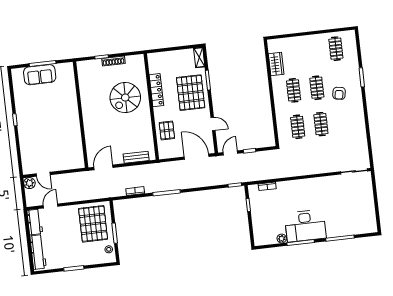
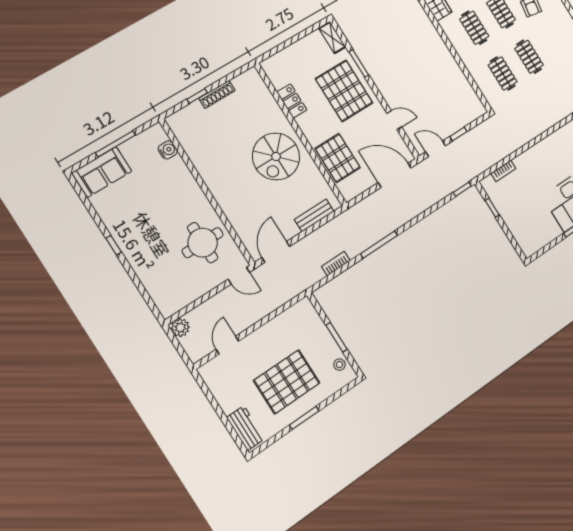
sofa: (40, 75) -> (102, 172), moved
water cooler: (70, 80) -> (168, 150), added
locker: (156, 90) -> (292, 101), width x0.66
spiral stairs: (125, 98) -> (276, 156), moved
pallet: (167, 130) -> (338, 158), width x1.50, depth x1.42
round table: (64, 142) -> (203, 243), added
door: (230, 153) -> (436, 149), hinge flipped
door: (43, 174) -> (239, 276), moved
workbench: (35, 222) -> (215, 380), removed
pallet: (93, 224) -> (287, 382), moved, turned 90
plant: (282, 239) -> (555, 231), removed
workbench: (38, 252) -> (246, 428), width x0.73

